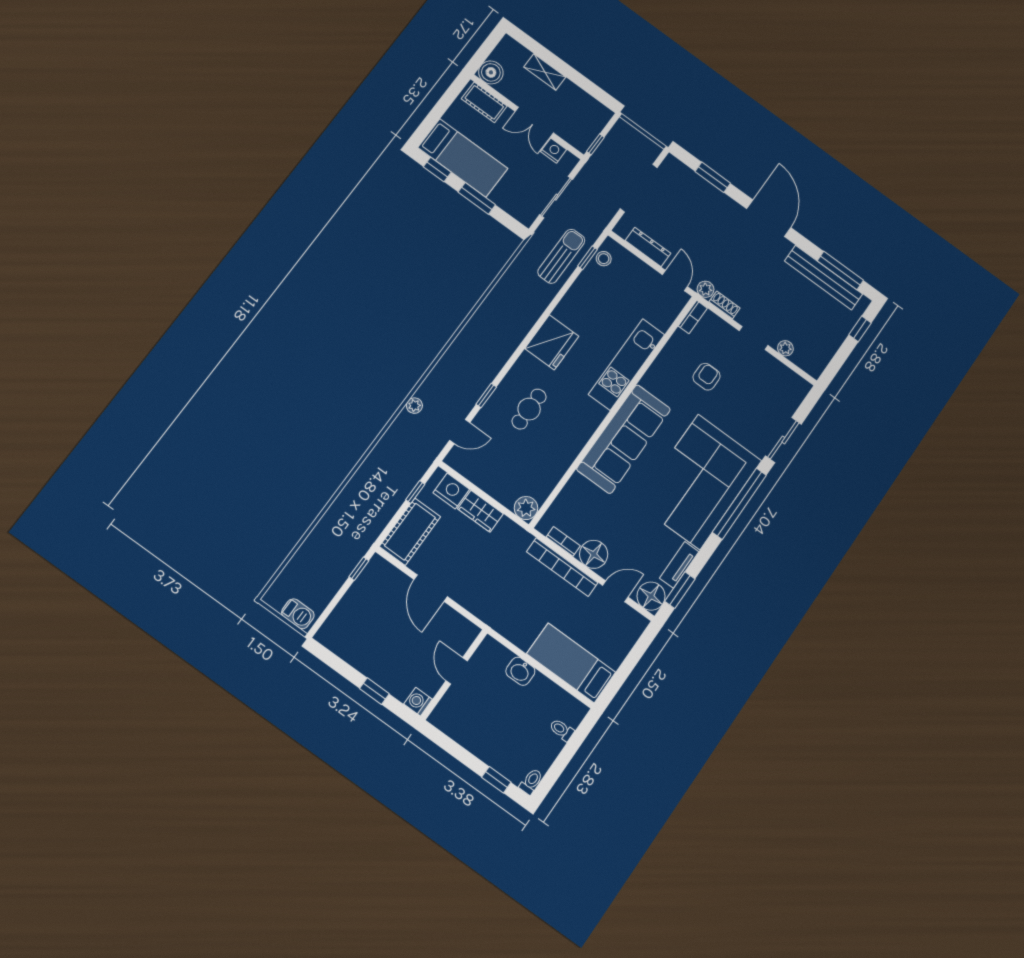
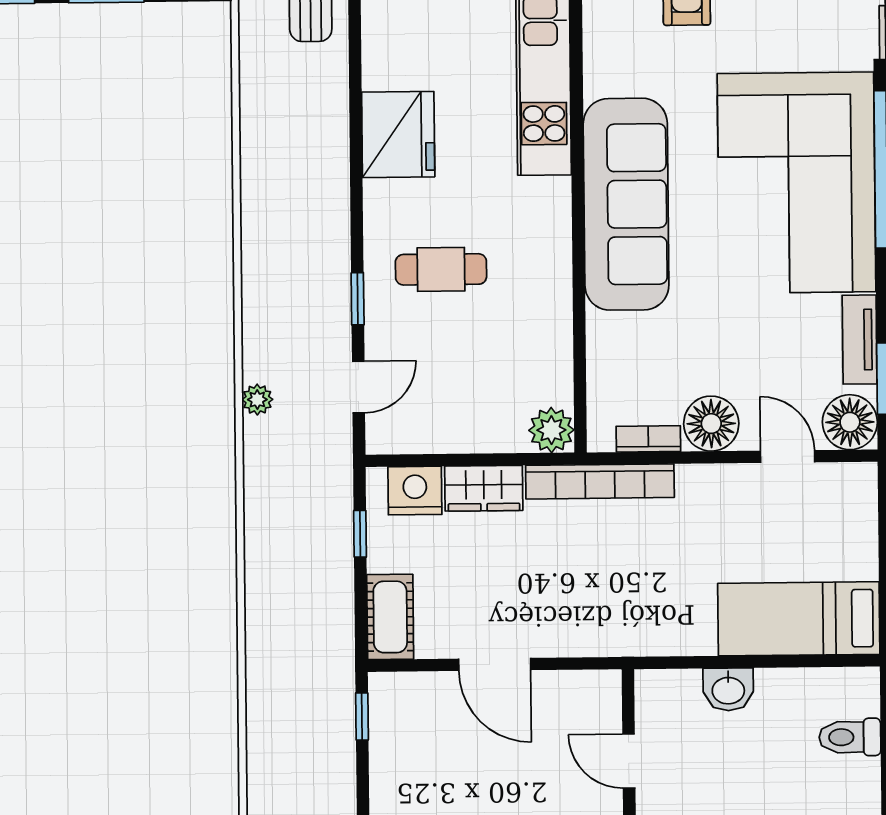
cafe table: (529, 409) -> (441, 269), turned 90
cot: (410, 532) -> (390, 617), width x0.73, depth x0.75
bookcase: (562, 567) -> (600, 481), moved
door: (615, 591) -> (788, 456), hinge flipped
toilet: (562, 730) -> (850, 737), width x1.37, depth x1.39

